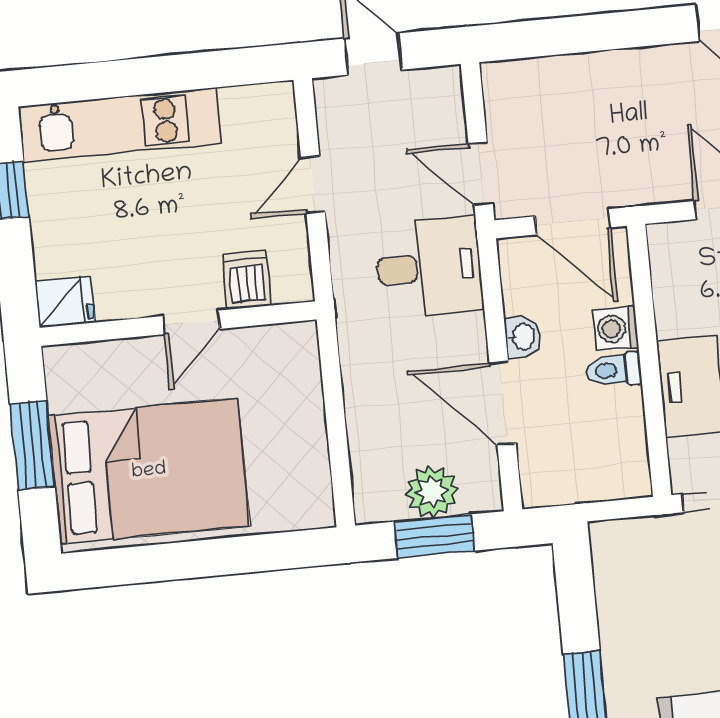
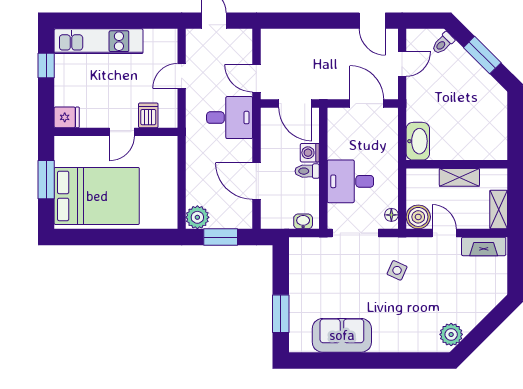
washbasin: (522, 337) -> (303, 221), moved, turned -90
plant: (432, 492) -> (197, 217), moved

